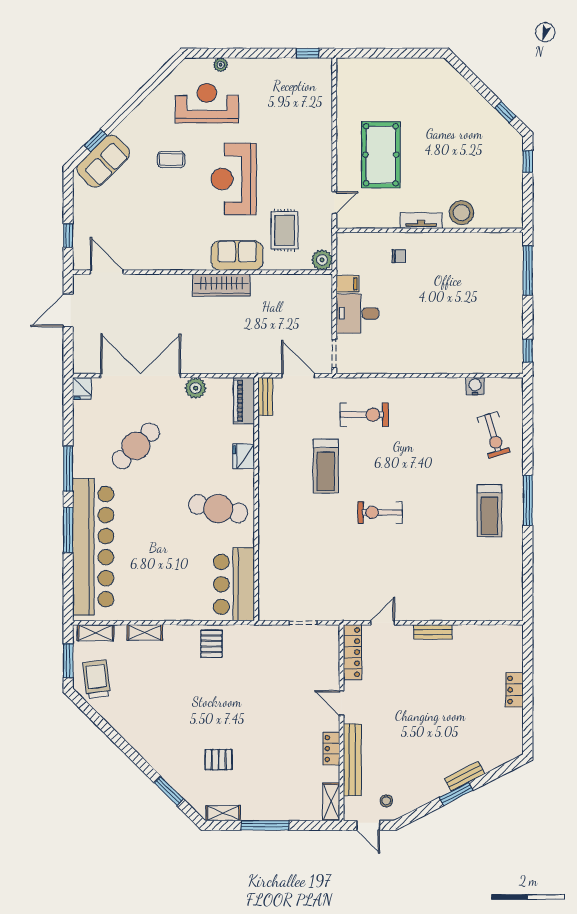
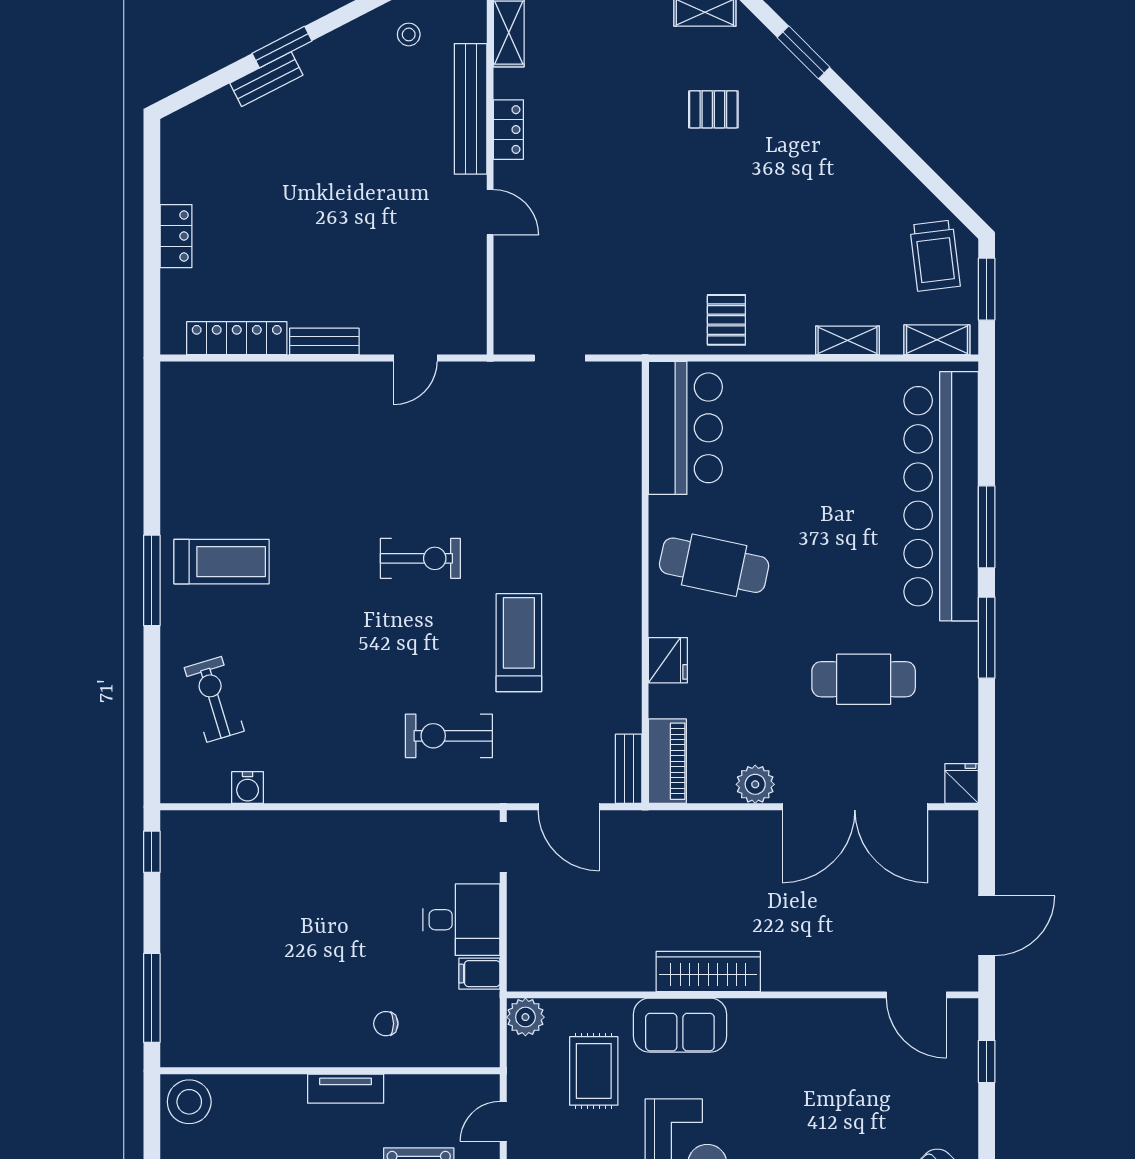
stool: (461, 213) -> (189, 1102), moved
cafe table: (136, 446) -> (864, 679), turned 44
treadmill: (489, 511) -> (222, 562), turned 90
locker: (352, 652) -> (237, 338), moved, turned 90

